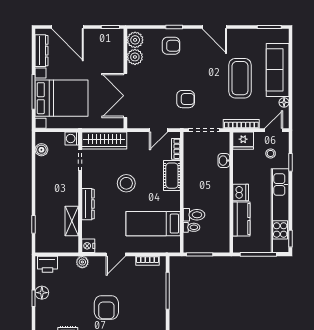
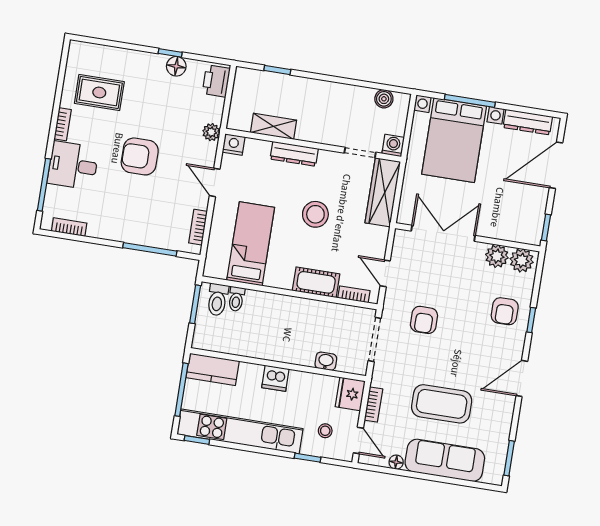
bookcase: (241, 124) -> (373, 405), width x0.64
toilet: (194, 215) -> (218, 300), moved
kitchen counter: (241, 219) -> (213, 369), moved

